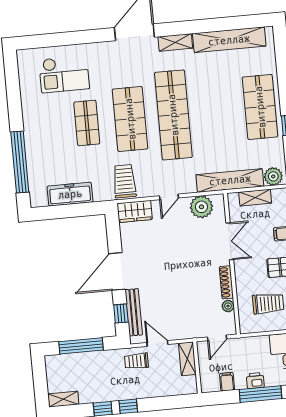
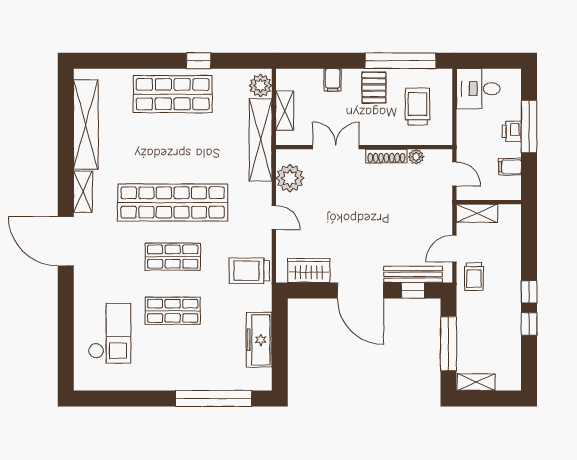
shop shelf: (130, 119) -> (173, 257), width x0.70, depth x0.74
wardrobe: (135, 211) -> (309, 270), moved, turned -90
shelving: (63, 399) -> (476, 382), moved, turned 90

